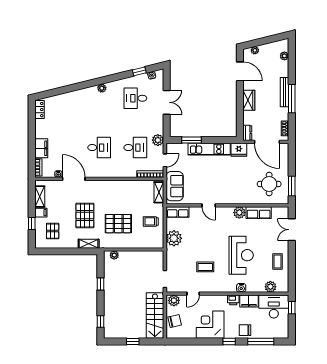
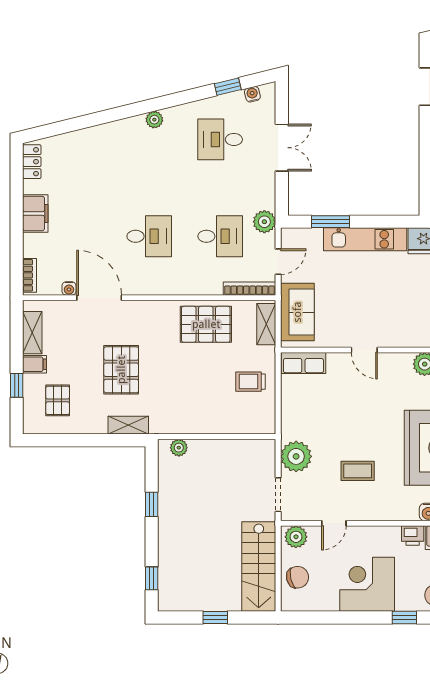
filing cabinet: (41, 148) -> (35, 214), moved
pallet: (118, 224) -> (206, 324), moved
plant: (174, 238) -> (296, 456), moved

